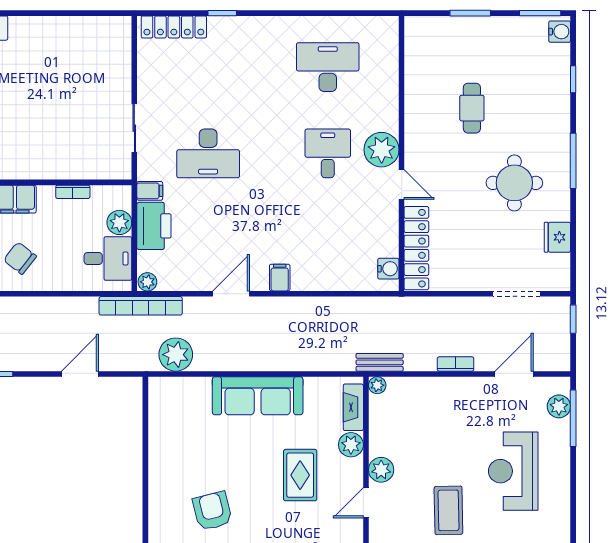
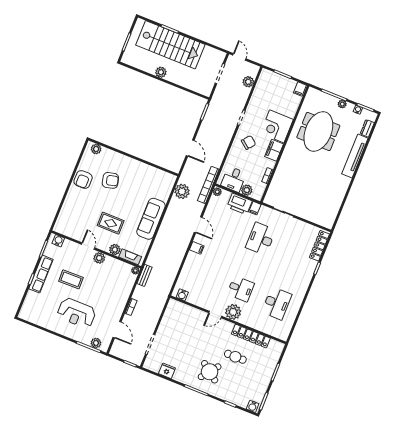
round table: (514, 183) -> (210, 372), moved, turned 37
locker: (416, 248) -> (251, 336), moved
reception desk: (513, 471) -> (76, 313), turned 180

